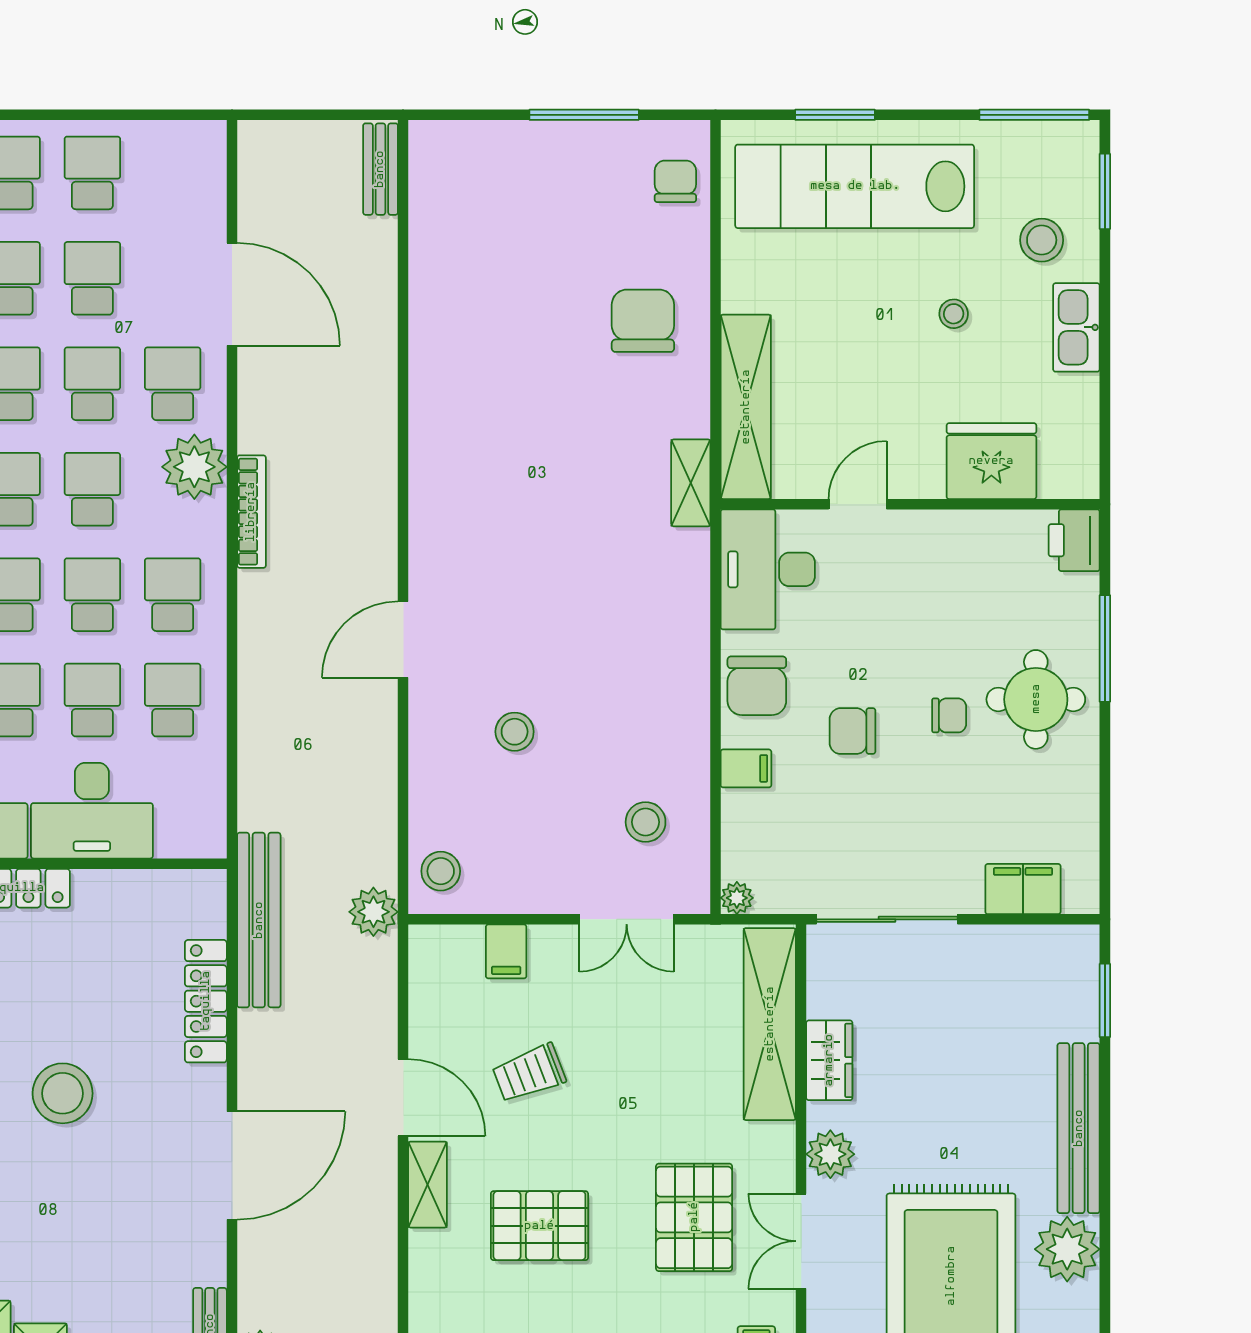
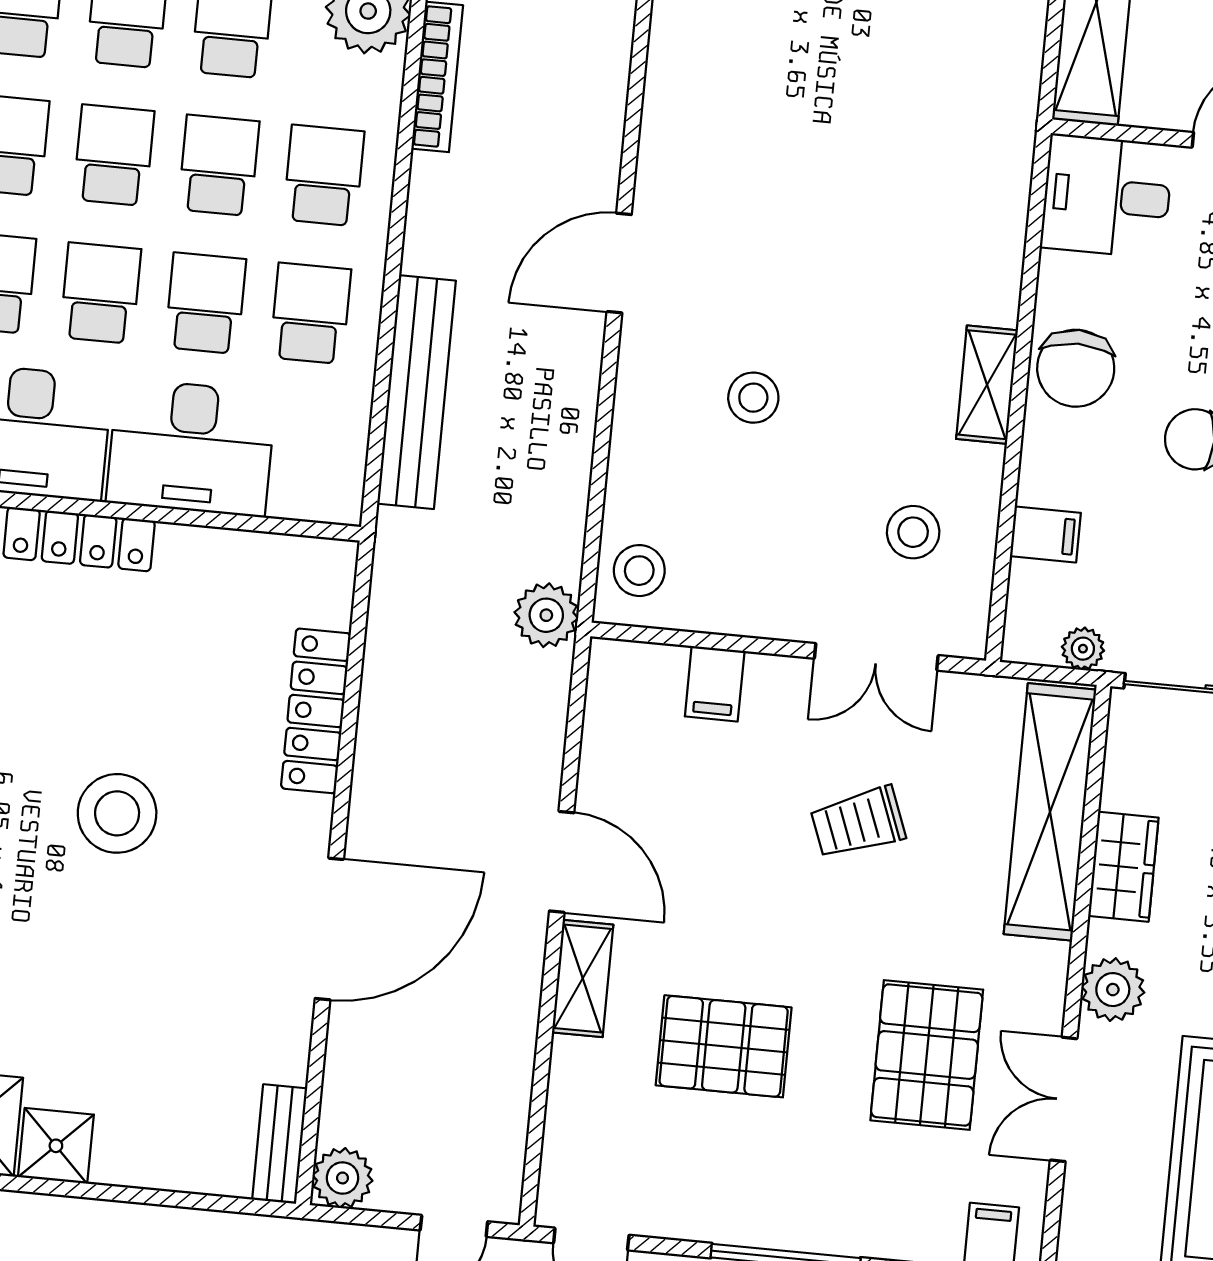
shelving: (691, 483) -> (987, 385), moved
desk: (768, 569) -> (1107, 196), width x0.73
filing cabinet: (746, 768) -> (1045, 534), moved
plant: (737, 898) -> (1083, 649), moved
bench: (259, 920) -> (416, 392), moved
trolley: (529, 1073) -> (858, 822), moved

